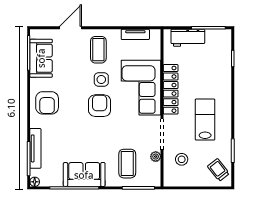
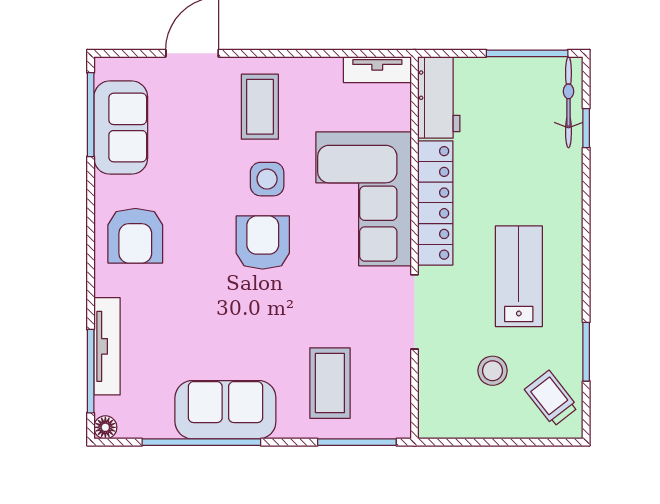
tv unit: (135, 34) -> (377, 70), moved
workbench: (188, 38) -> (439, 97), moved, turned -90
bicycle: (225, 48) -> (568, 102), added
plant: (156, 157) -> (399, 366), removed
stool: (182, 159) -> (493, 371), moved

